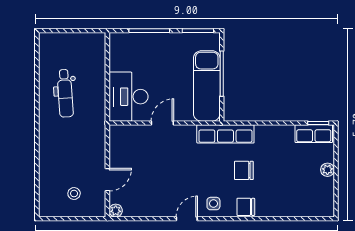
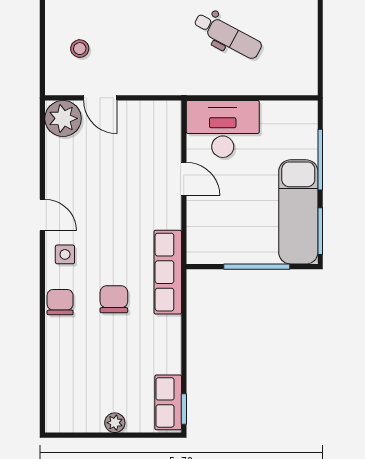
exam couch: (207, 86) -> (298, 212), moved, turned -90
dental chair: (65, 93) -> (228, 35), turned -148
plant: (116, 211) -> (63, 118), width x1.87, depth x1.87

